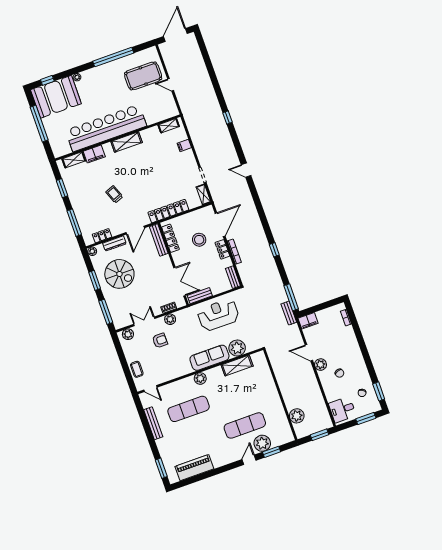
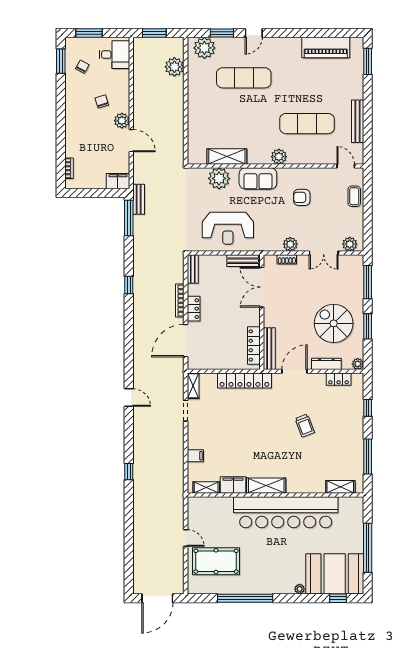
filing cabinet: (94, 154) -> (233, 485), moved
window: (62, 188) -> (368, 457), width x1.44
window: (74, 223) -> (368, 408), width x0.46
stool: (199, 240) -> (219, 331), removed
armchair: (160, 340) -> (302, 197), moved
sofa: (209, 358) -> (258, 178), width x0.73
plant: (262, 443) -> (204, 48), moved

